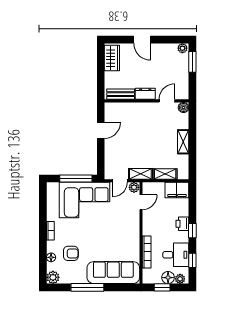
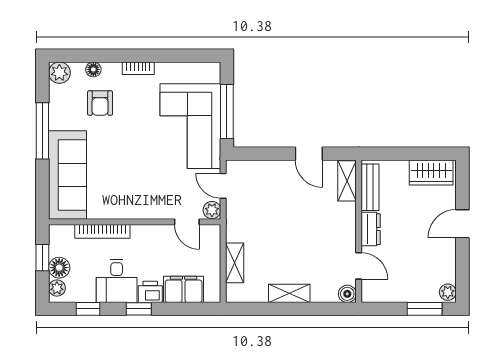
shelving: (140, 174) -> (347, 181), moved
filing cabinet: (177, 190) -> (184, 289), moved, turned 90
desk: (176, 255) -> (117, 281), moved

